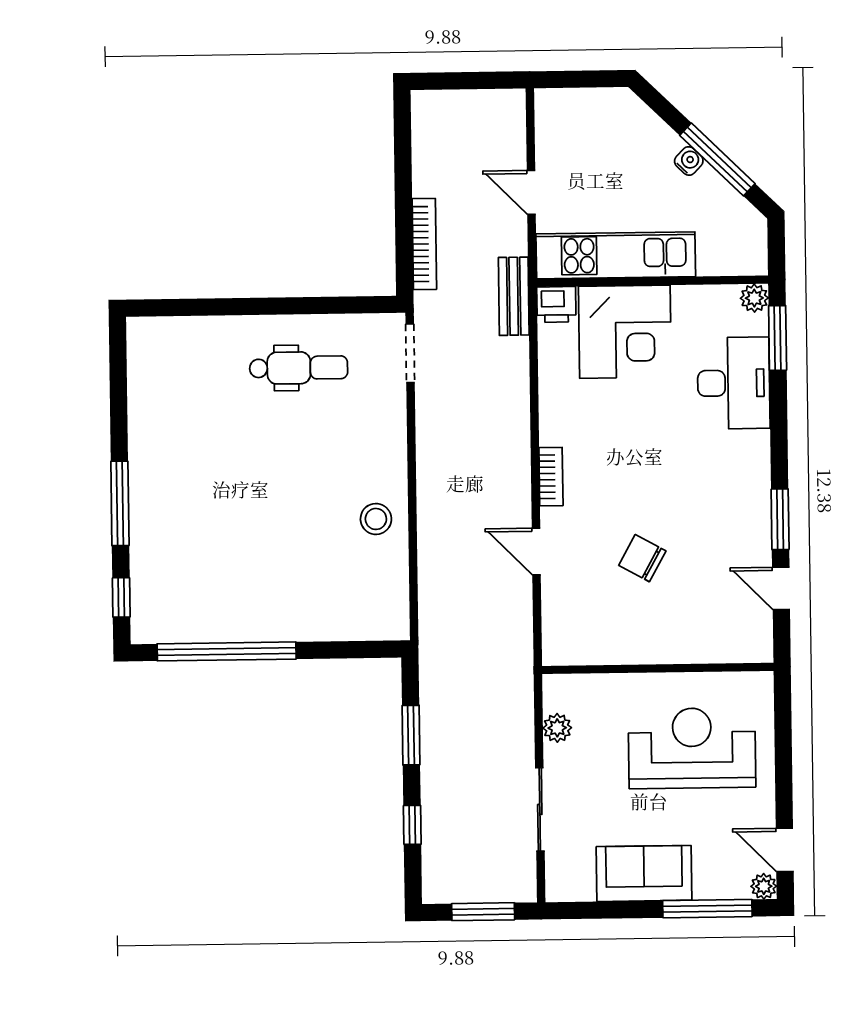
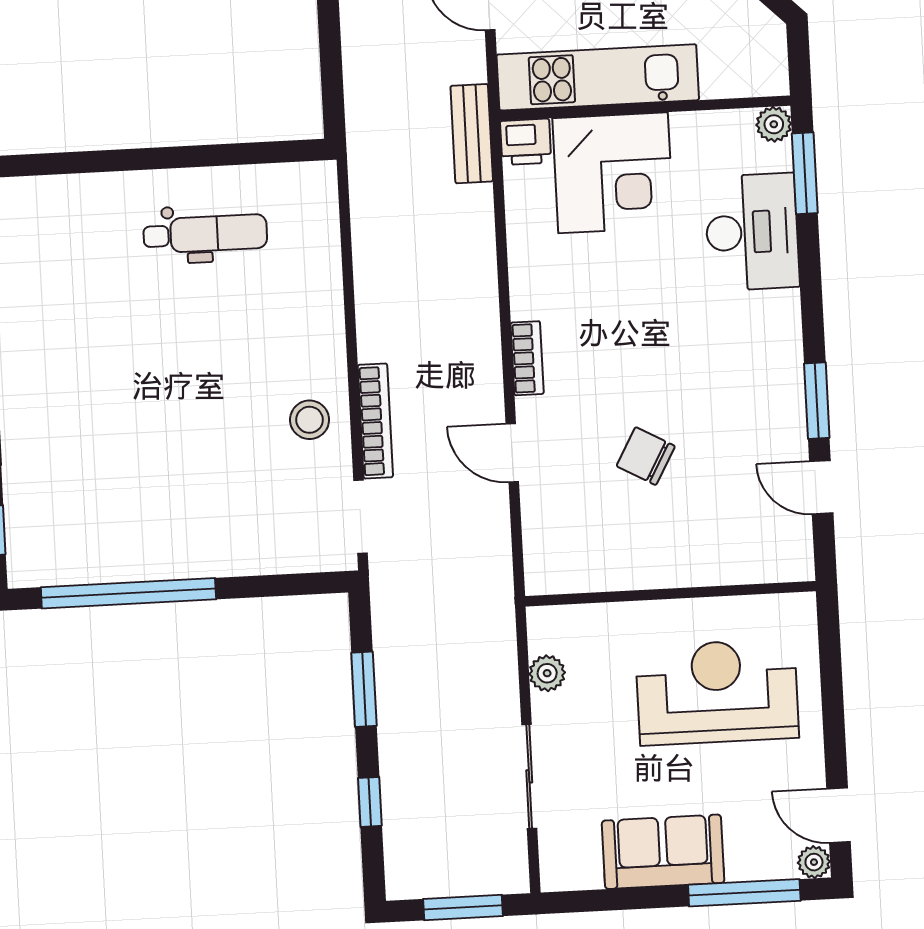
bookcase: (424, 244) -> (375, 421), moved
doorway: (410, 353) -> (361, 517), moved

